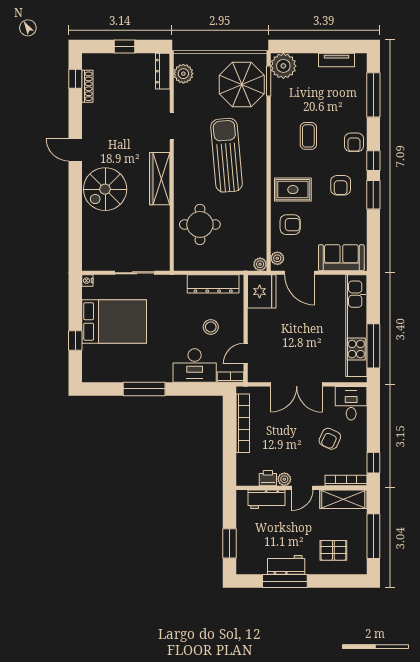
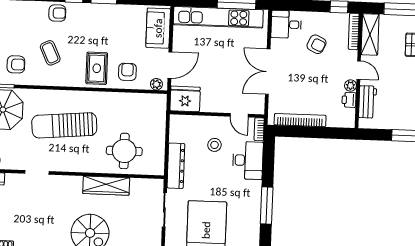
coffee table: (308, 136) -> (50, 53), turned 65
wardrobe: (160, 179) -> (106, 186), moved
armchair: (341, 185) -> (16, 64), moved
plant: (260, 264) -> (161, 100), removed
dresser: (213, 284) -> (176, 166), moved
double door: (297, 384) -> (268, 72), swing flipped

